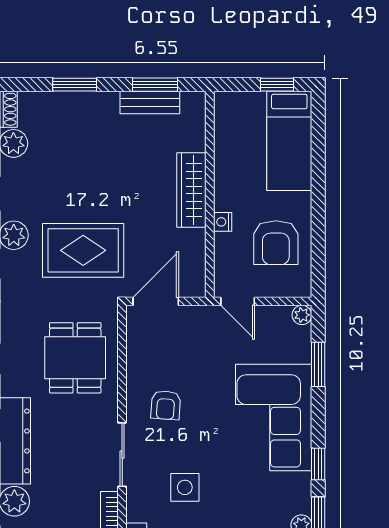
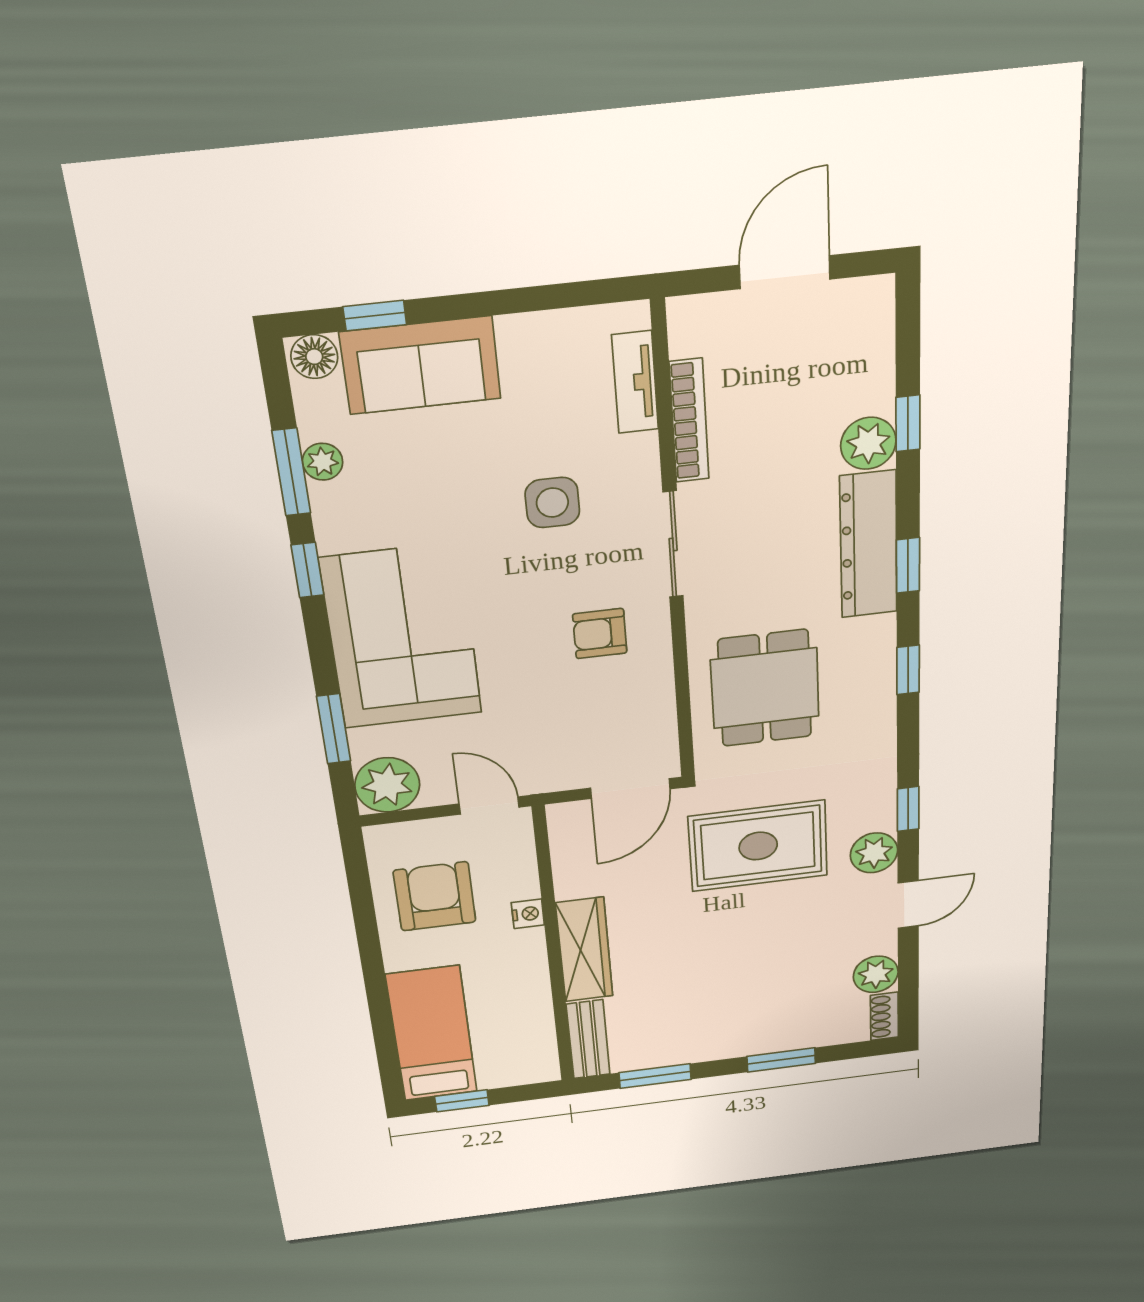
bench: (150, 102) -> (588, 1039), moved, turned 90
plant: (302, 315) -> (387, 785), width x1.87, depth x1.87
armchair: (166, 405) -> (600, 634), turned -94

